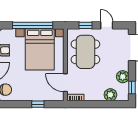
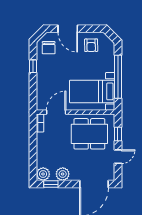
bed with nightstands: (40, 49) -> (92, 91), width x0.73
plant: (110, 95) -> (43, 174), moved
window: (38, 104) -> (33, 66), moved

